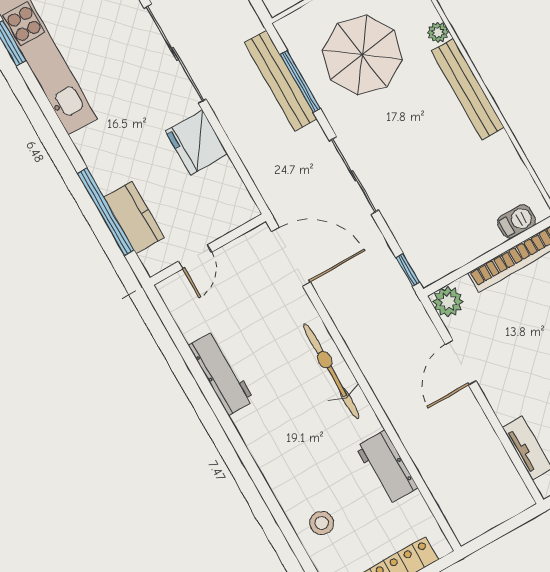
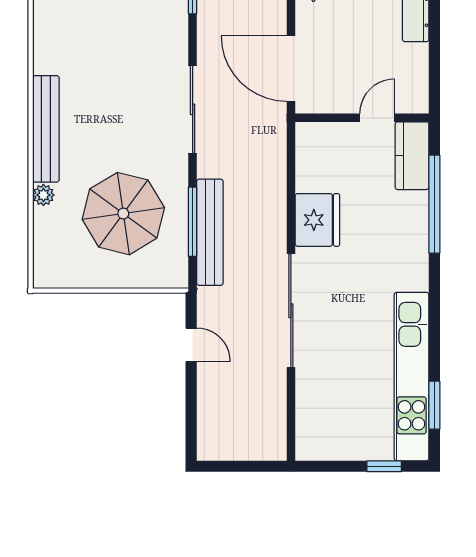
kitchen counter: (134, 217) -> (412, 156), moved

